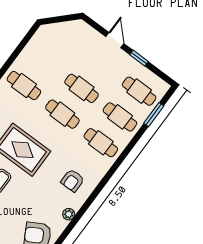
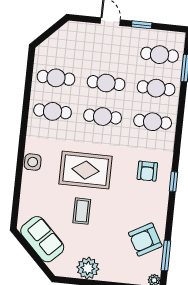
cafe table: (43, 60) -> (56, 78), added
window: (89, 202) -> (174, 182), added
plant: (69, 214) -> (162, 204), removed

